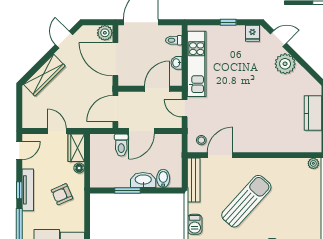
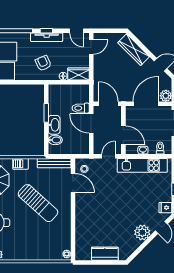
door: (57, 131) -> (91, 47), moved

